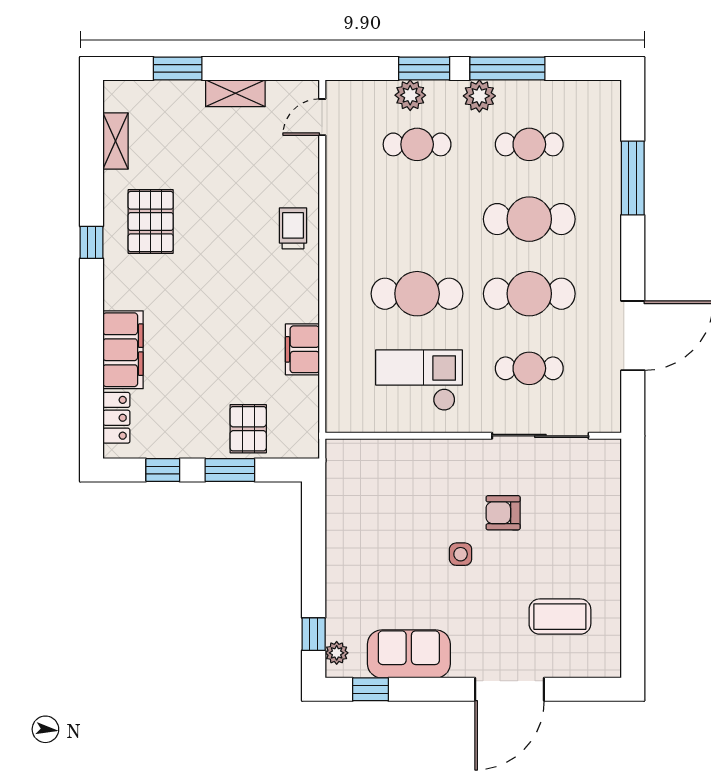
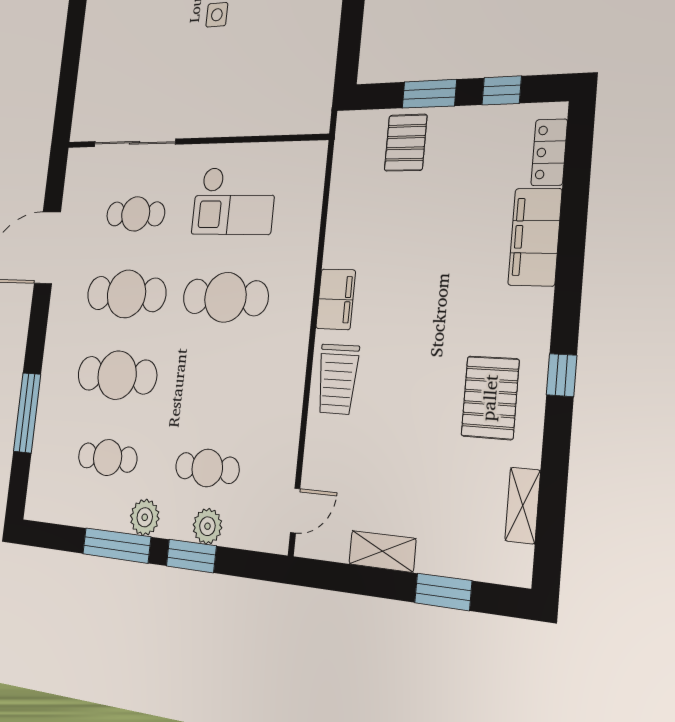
trolley: (293, 228) -> (338, 379), width x1.36, depth x1.39
filing cabinet: (302, 349) -> (336, 299), moved
armchair: (503, 513) -> (175, 61), removed

